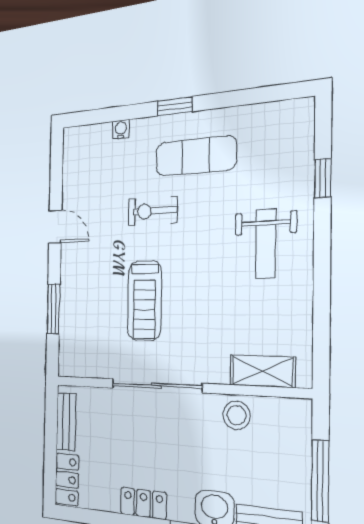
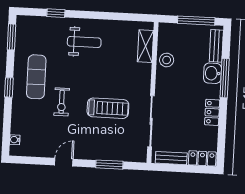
window: (270, 94) -> (11, 37), added
water cooler: (121, 129) -> (15, 140), moved
sliding door: (156, 386) -> (151, 121), moved

